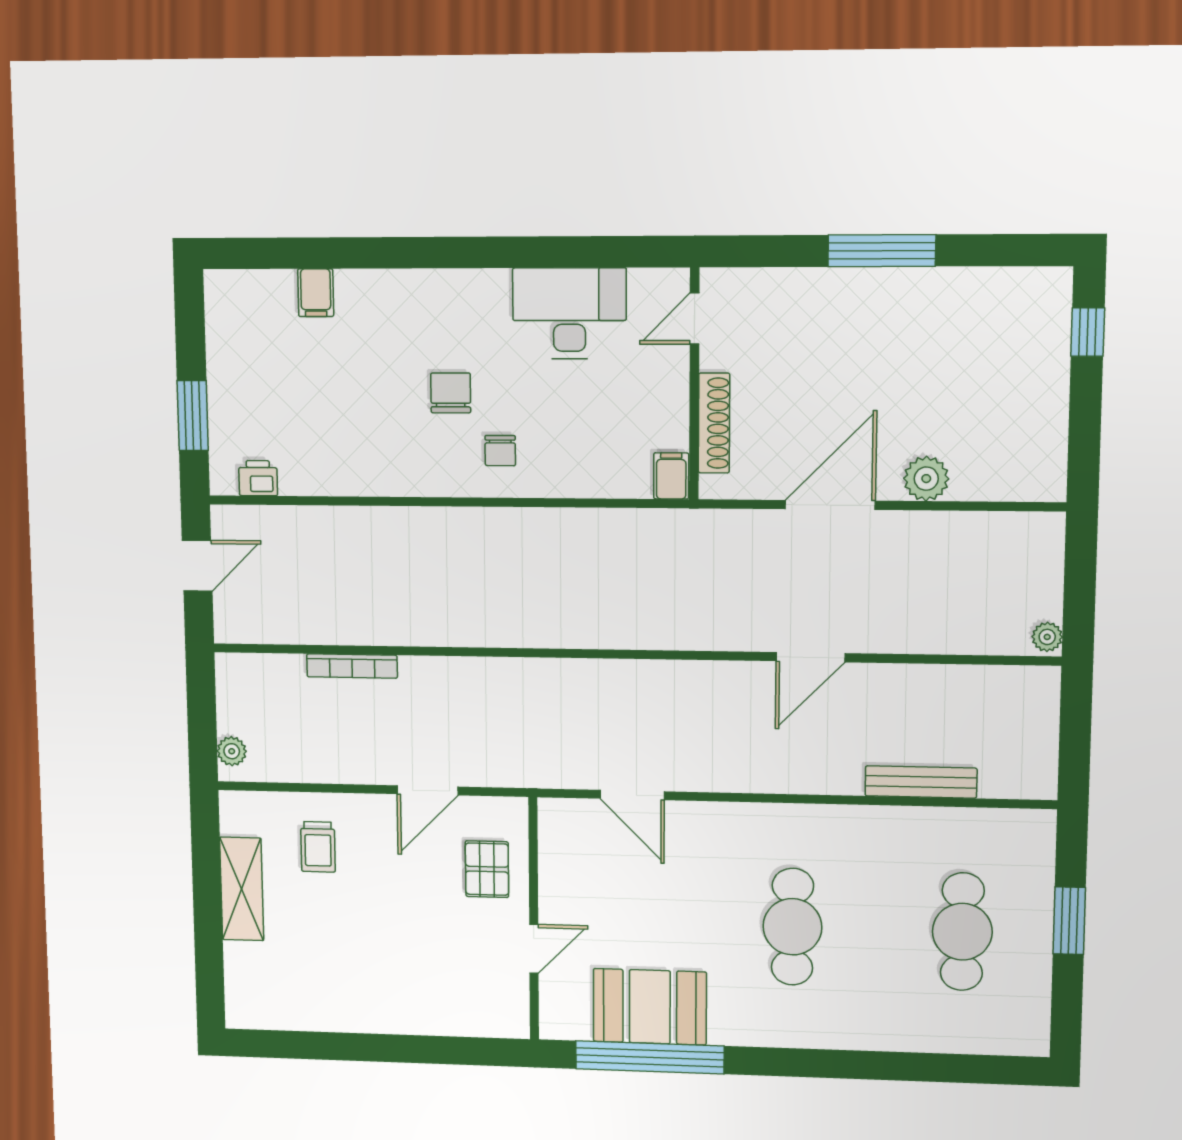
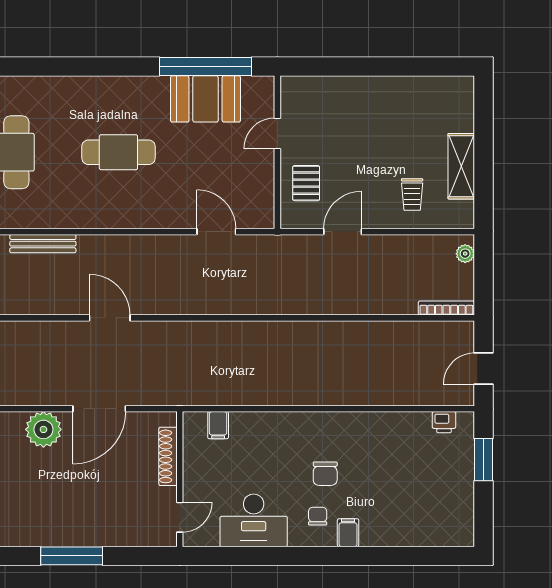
filing cabinet: (316, 293) -> (348, 533), moved
chair: (500, 451) -> (318, 516), moved
filing cabinet: (671, 476) -> (218, 425), moved
plant: (926, 479) -> (43, 429), width x1.36, depth x1.36
door: (810, 657) -> (110, 318), hinge flipped
bookcase: (352, 666) -> (446, 308), moved
trolley: (318, 847) -> (412, 194), turned 180
cafe table: (792, 927) -> (118, 152), turned 90

